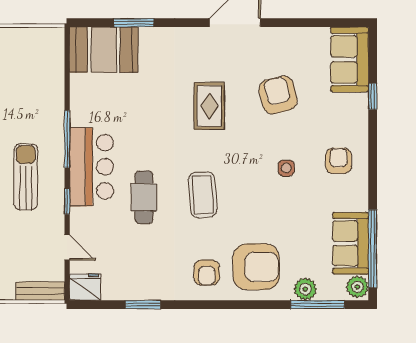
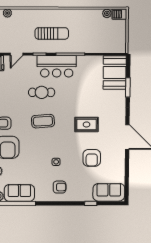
armchair: (278, 95) -> (92, 158), turned 104

